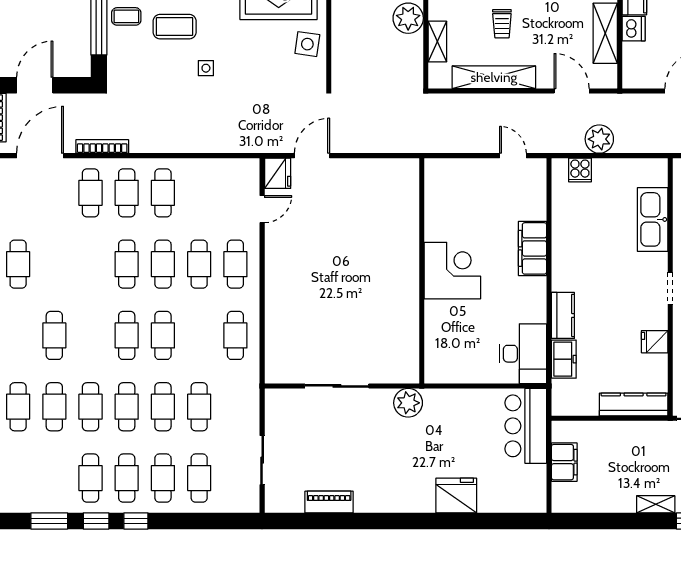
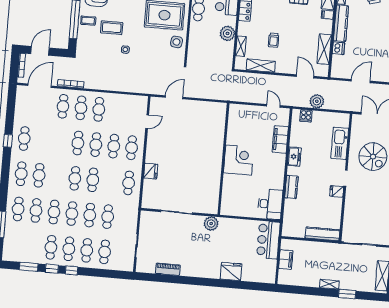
shelving: (494, 77) -> (261, 66), width x0.68
fridge: (278, 173) -> (151, 171), moved
filing cabinet: (532, 248) -> (280, 139), moved
cafe table: (18, 335) -> (21, 174), added
fridge: (655, 342) -> (337, 191), moved
freezer: (564, 359) -> (294, 157), moved

